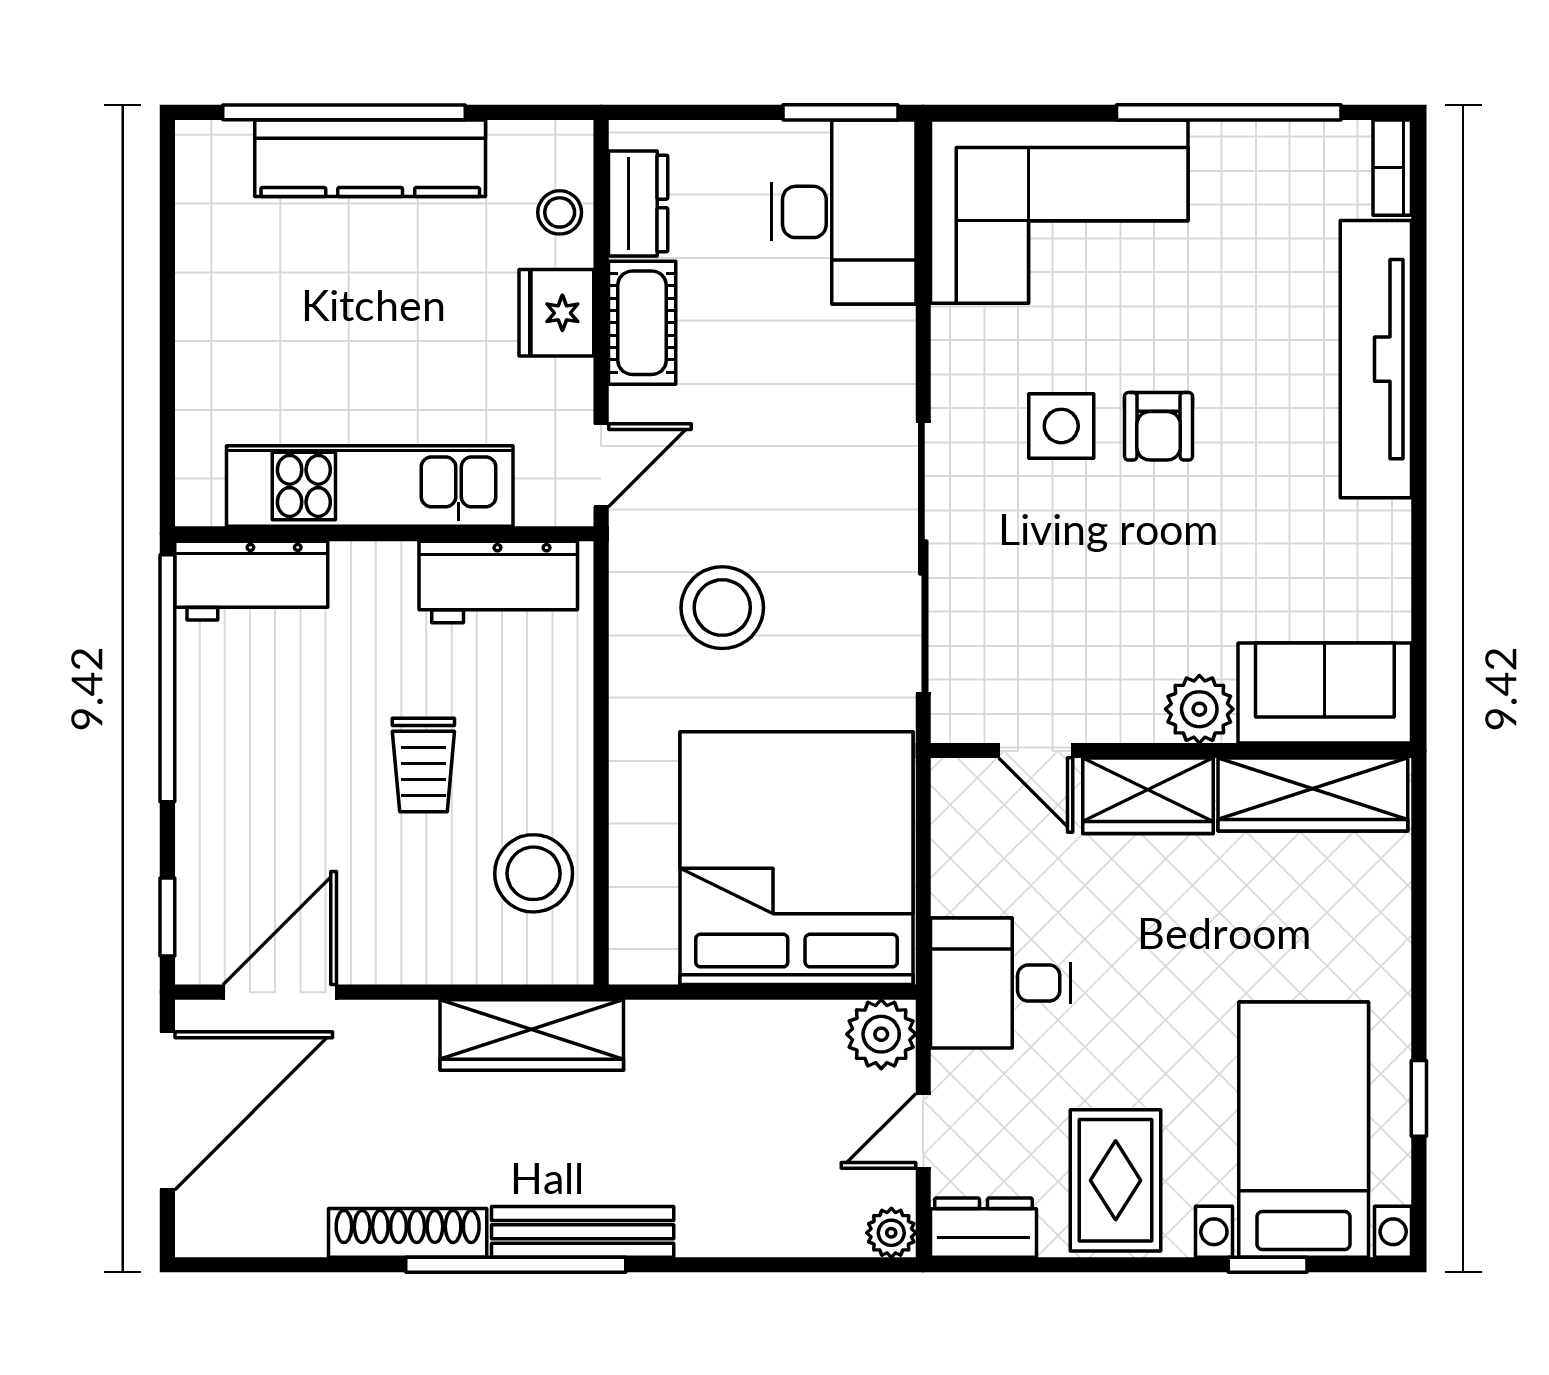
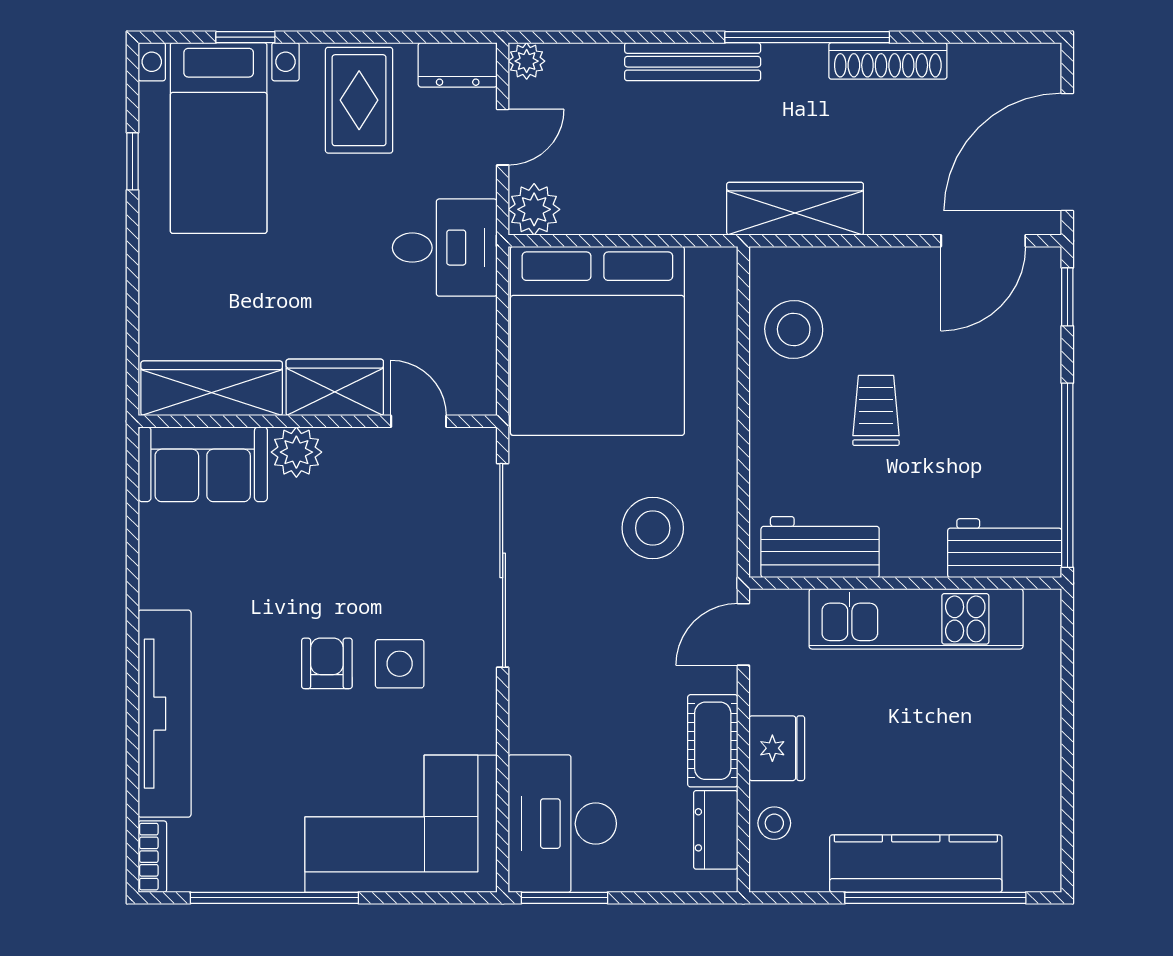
bench: (583, 1232) -> (693, 62), moved

